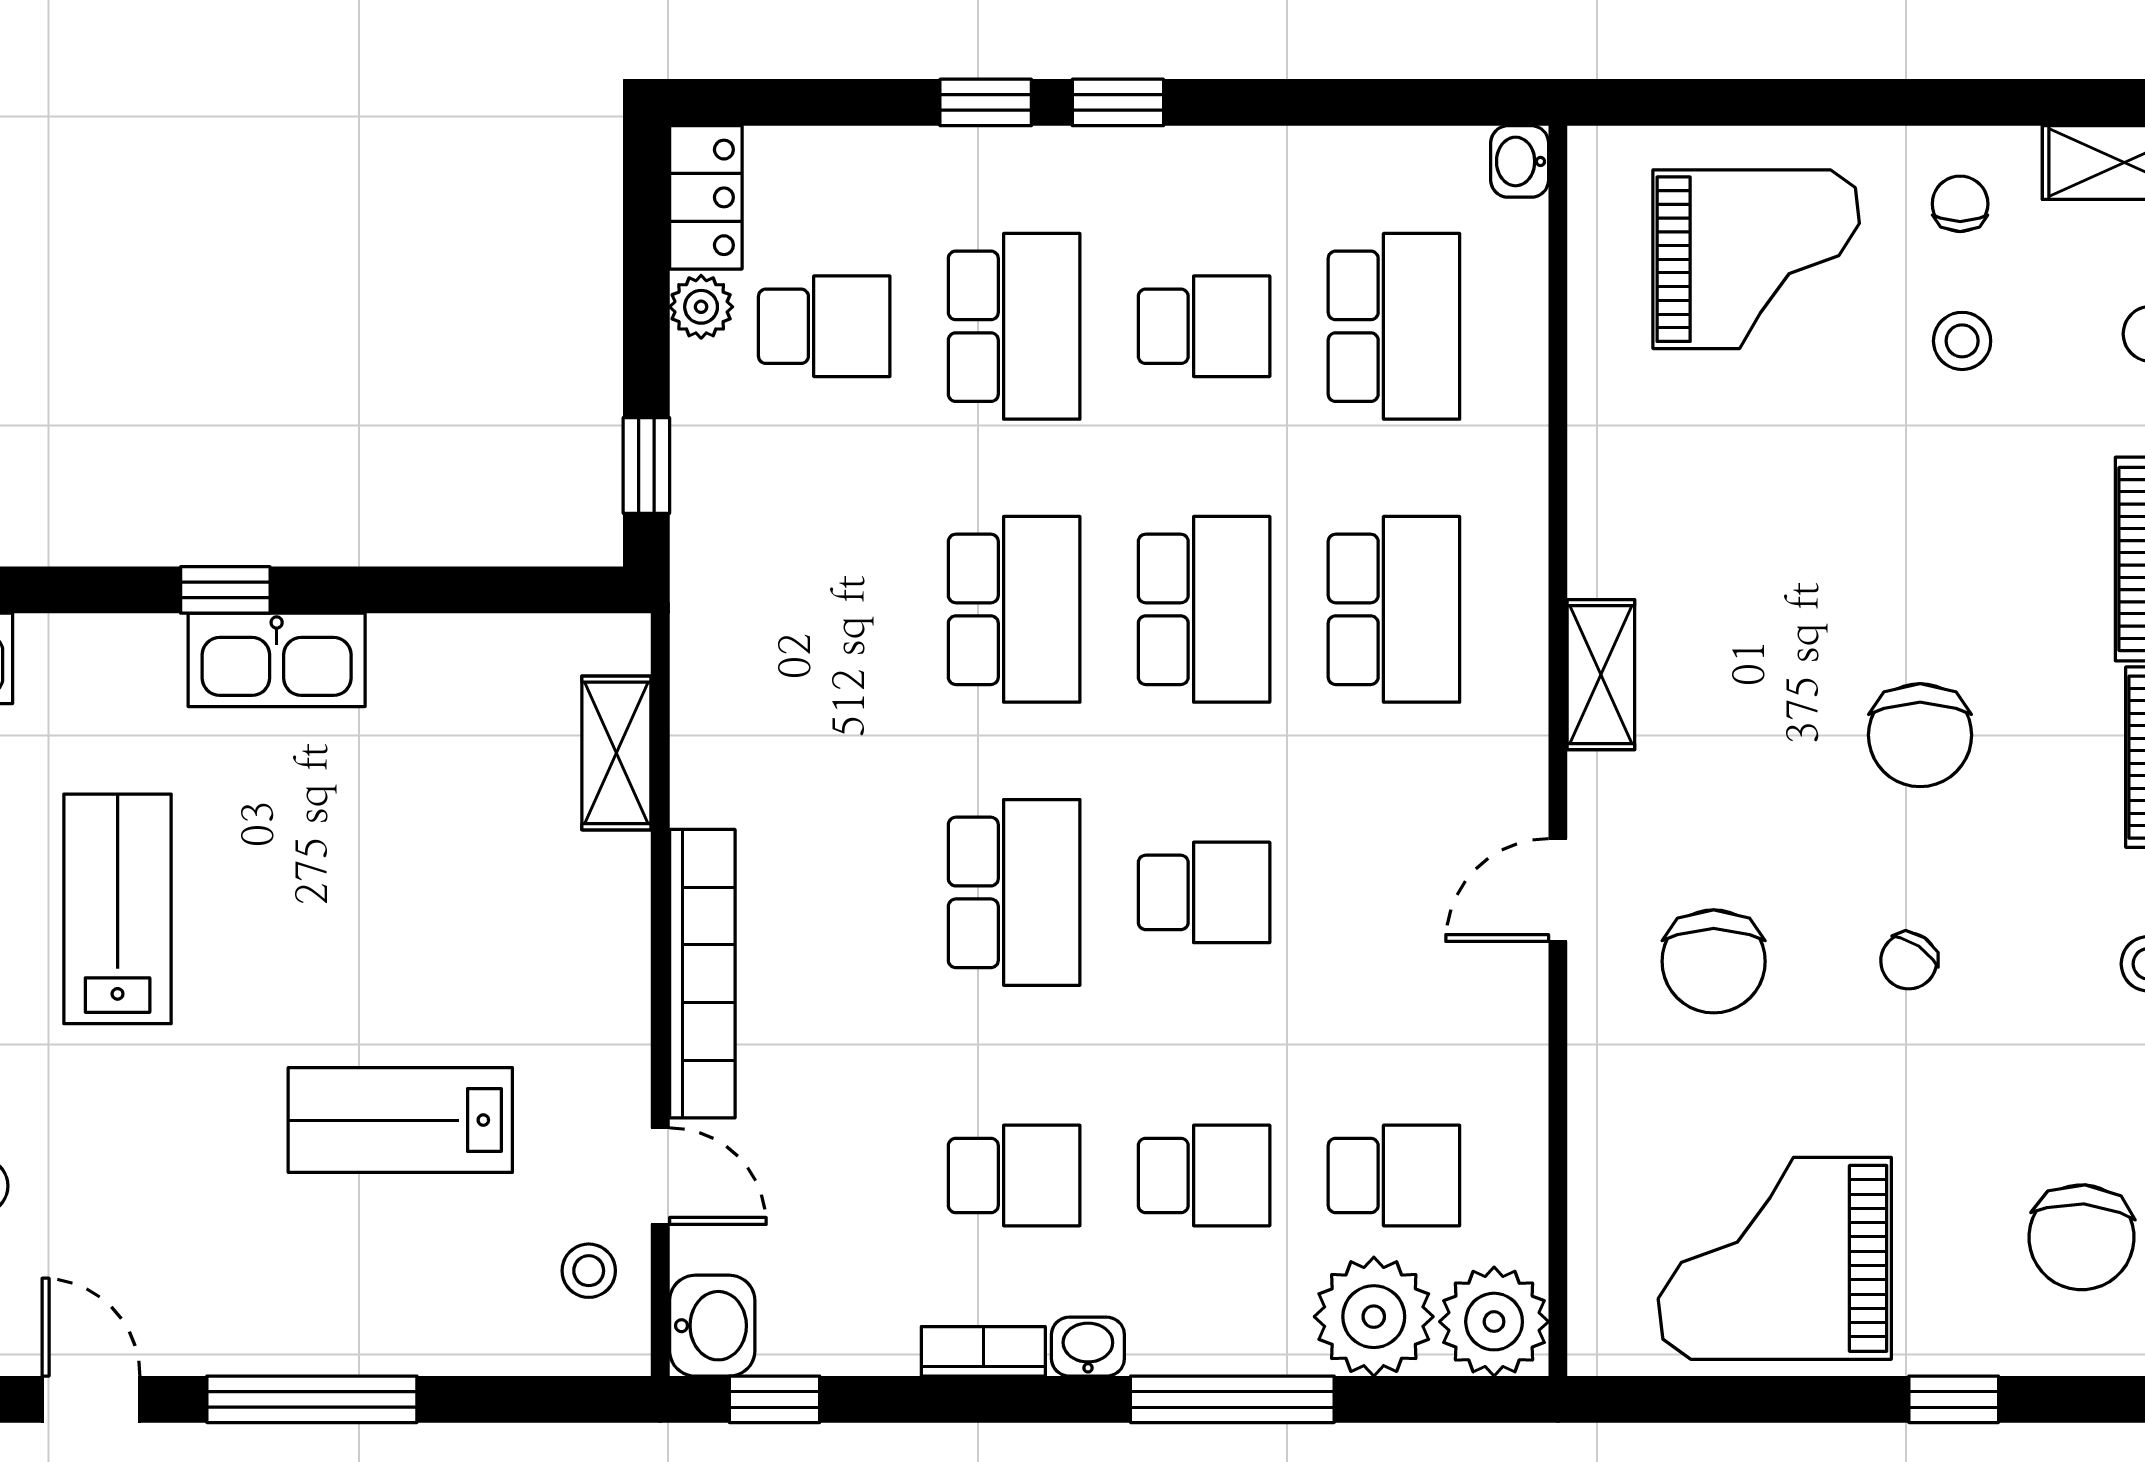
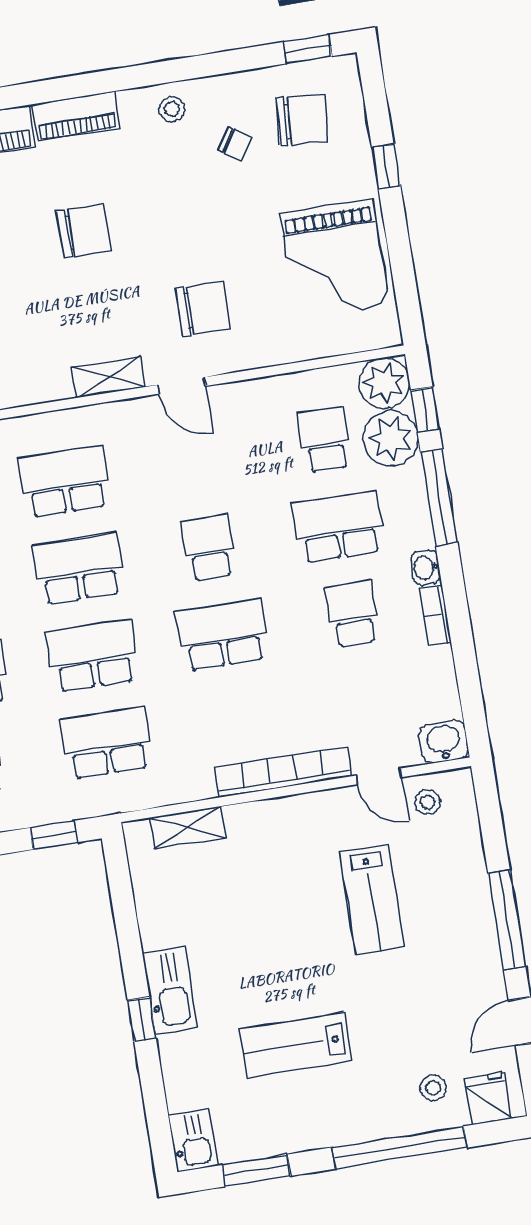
school desk: (824, 609) -> (107, 743), added
shelving: (1601, 675) -> (109, 377), moved
chair: (1909, 961) -> (235, 144), moved
school desk: (1204, 1175) -> (338, 527), width x1.85
door: (660, 1176) -> (379, 776), swing flipped
window: (775, 1399) -> (425, 409), moved

